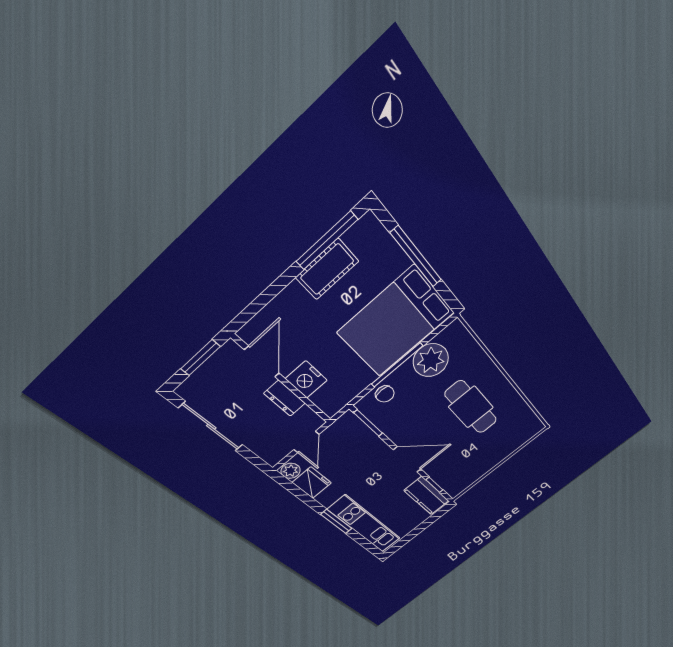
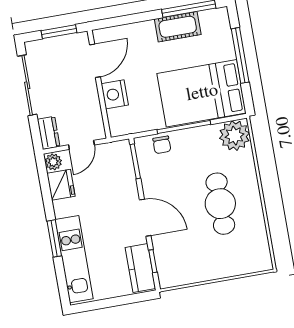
plant: (431, 360) -> (235, 136), moved
dresser: (285, 398) -> (49, 133), moved, turned 180

